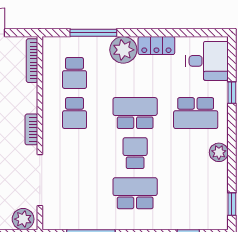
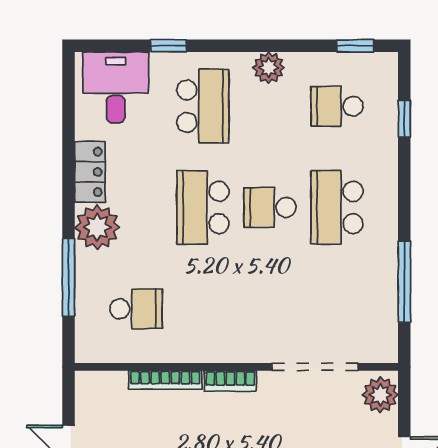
bookcase: (32, 61) -> (165, 380), moved
school desk: (75, 113) -> (337, 106), moved, turned 180

